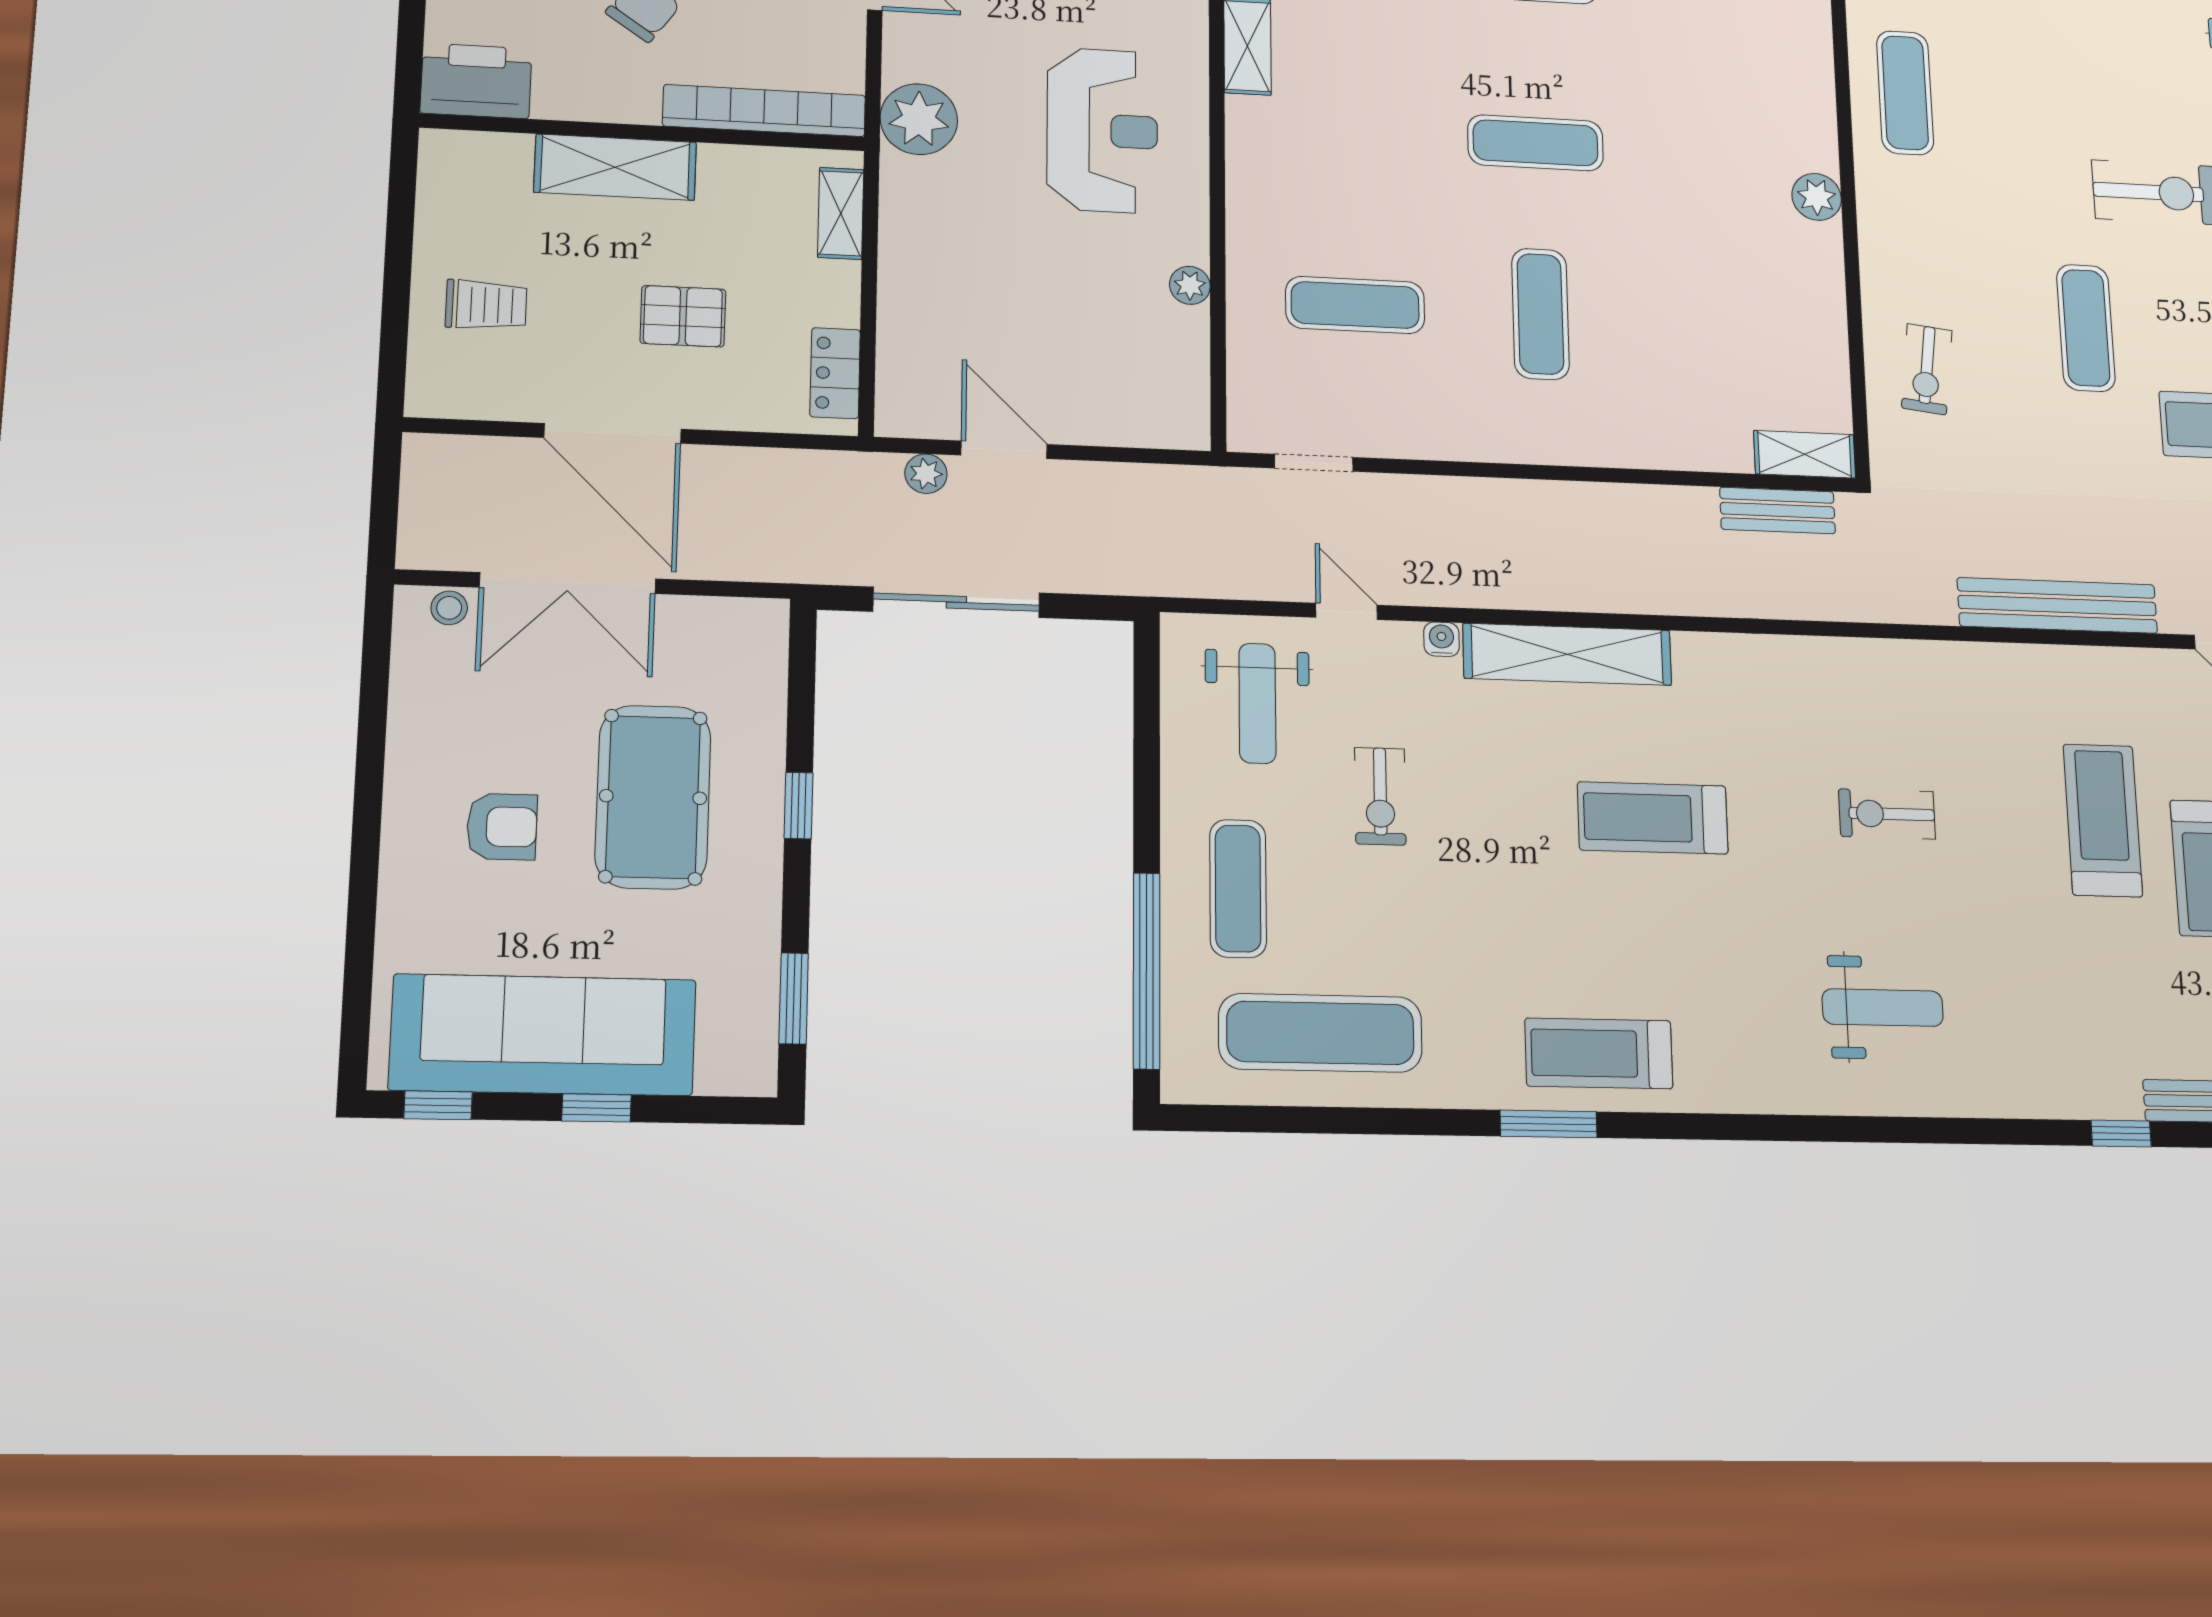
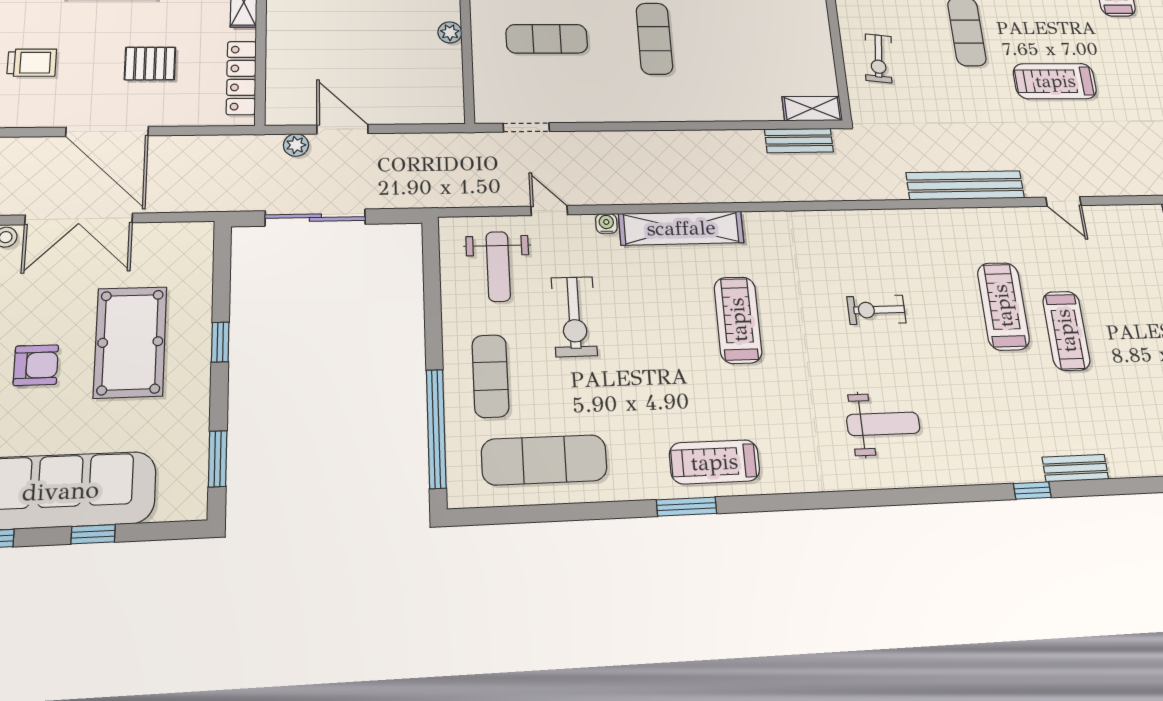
locker: (835, 373) -> (241, 78), width x1.53
exercise bike: (1380, 796) -> (574, 317), width x1.38, depth x1.39
treadmill: (1653, 818) -> (738, 320), turned 90

